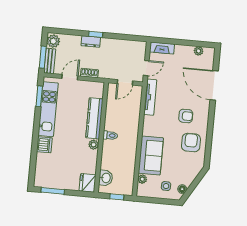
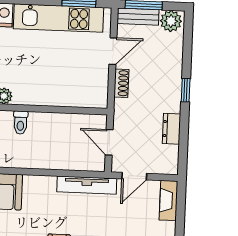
dresser: (91, 42) -> (171, 129), moved
door: (146, 68) -> (134, 176), hinge flipped
door: (70, 77) -> (113, 51), hinge flipped
kitchen counter: (94, 118) -> (47, 95), removed

